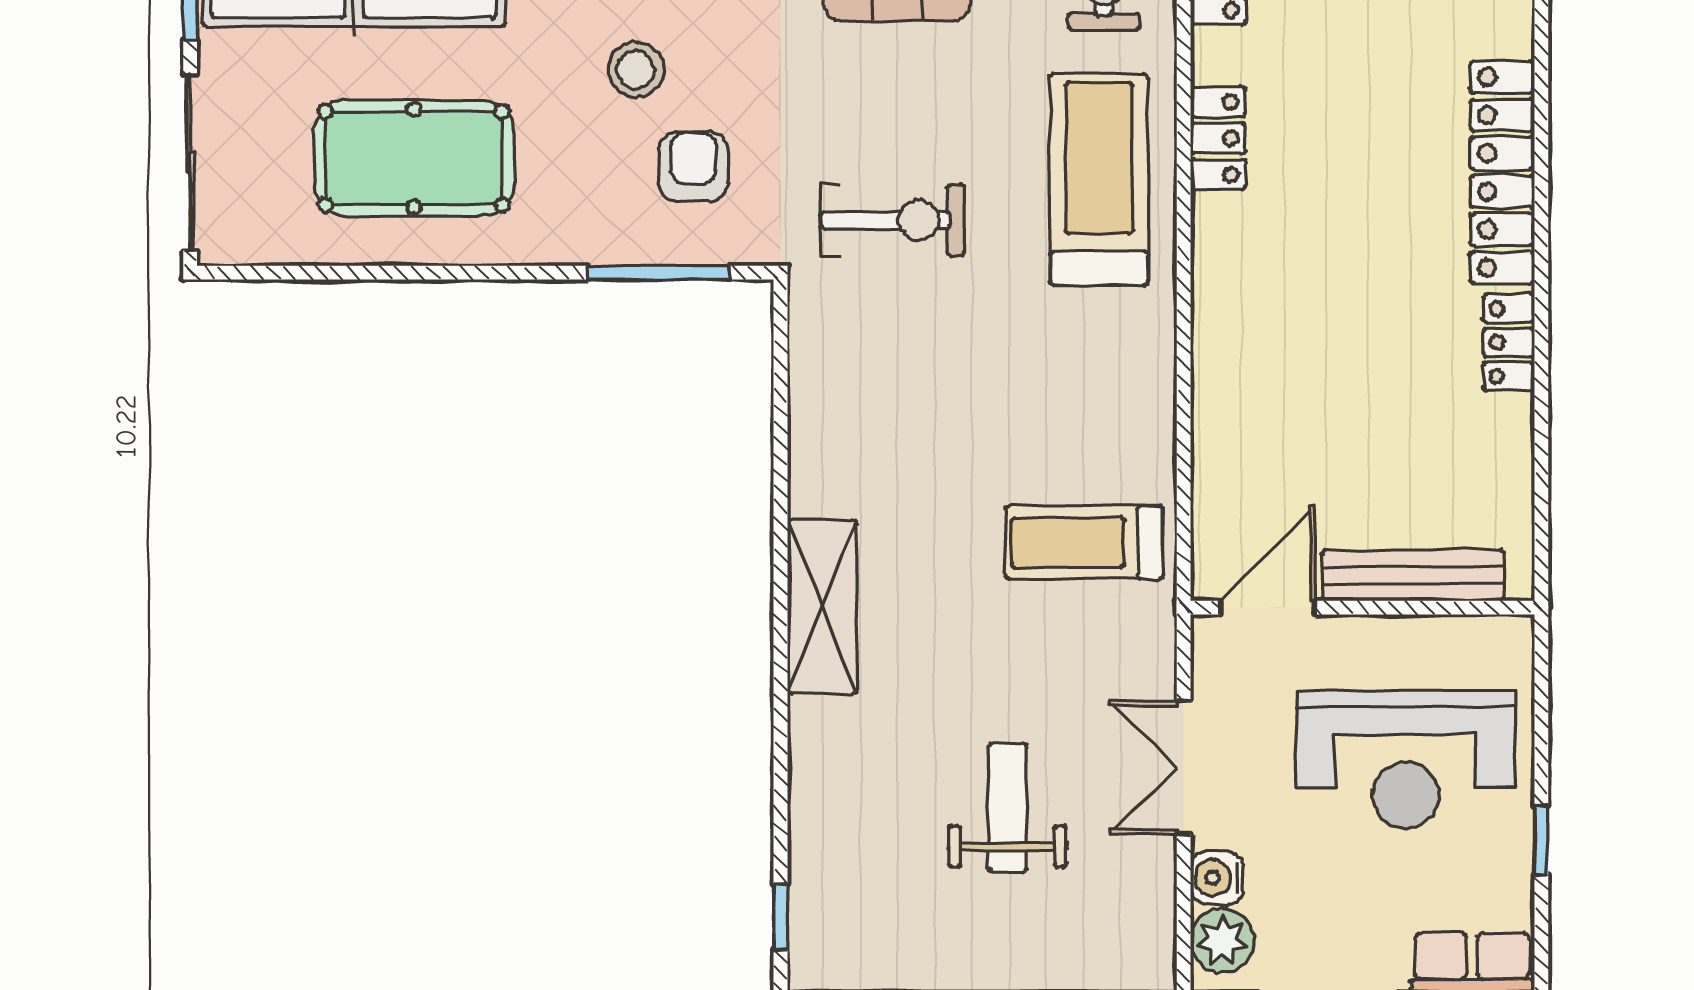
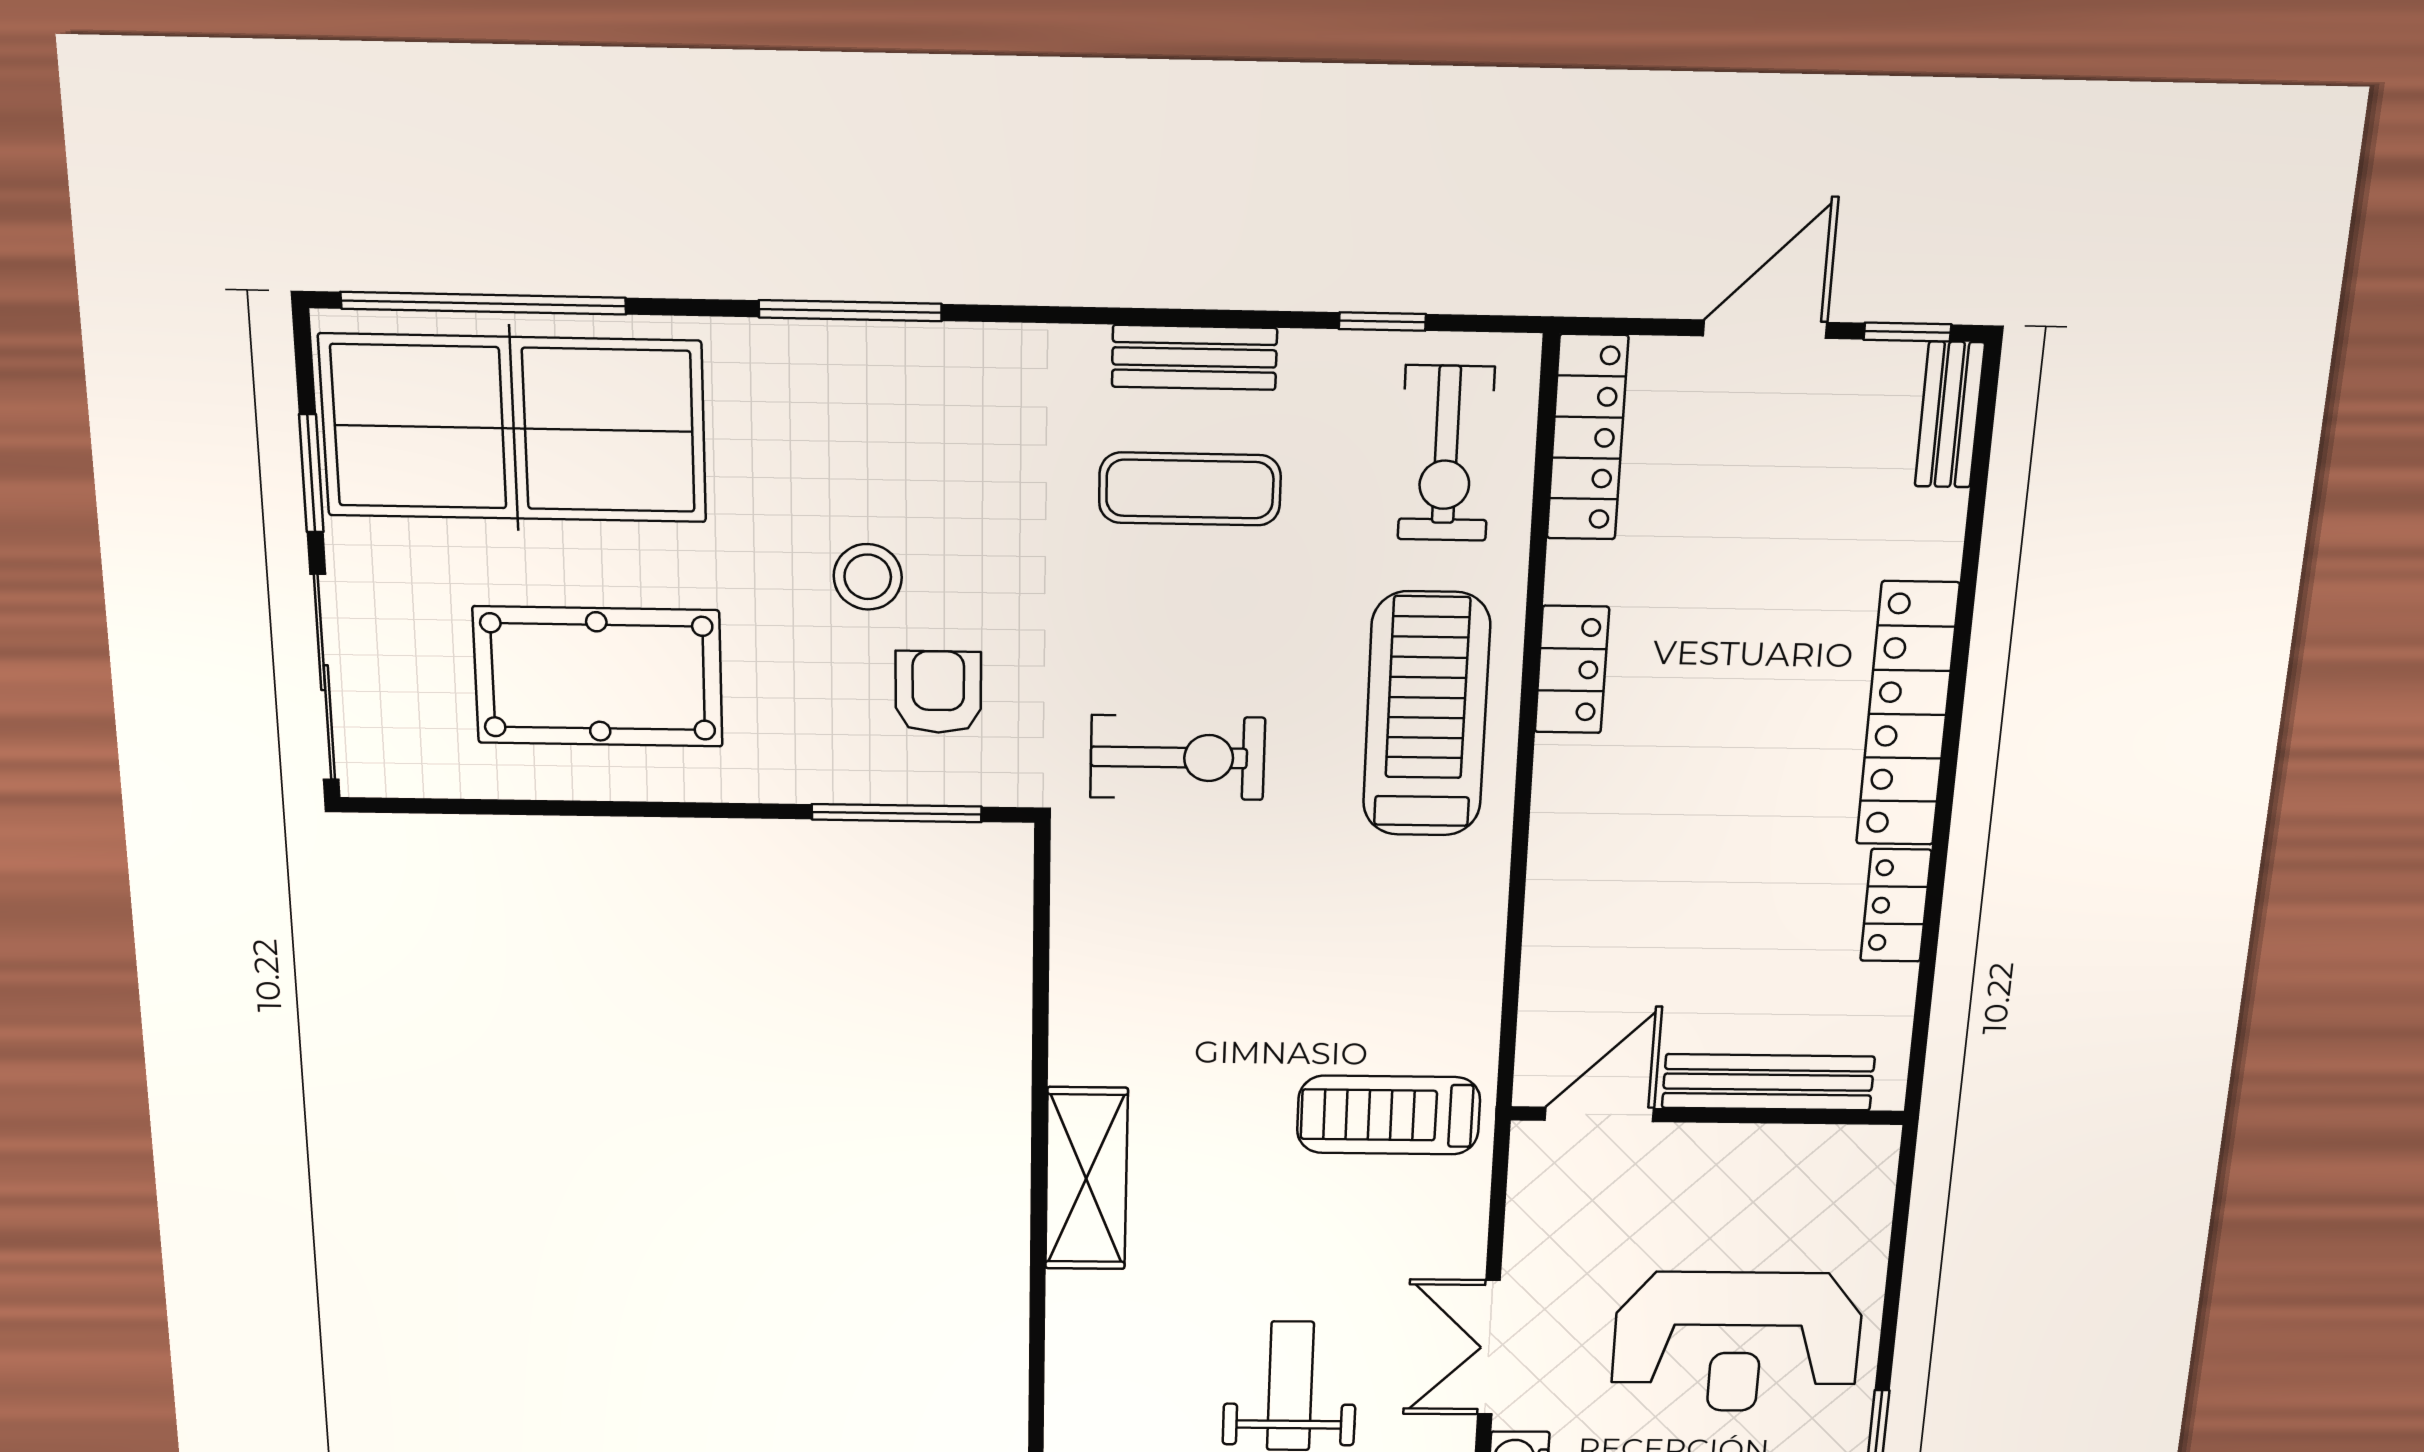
bench: (1413, 575) -> (1768, 1082), moved
door: (1268, 608) -> (1599, 1114), moved
wall: (1362, 608) -> (1708, 1116), moved

